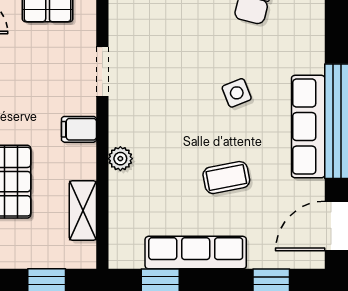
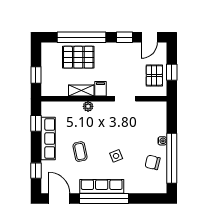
shelving: (83, 211) -> (81, 90), moved

